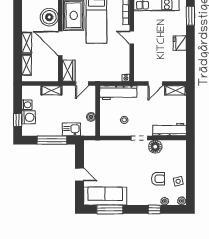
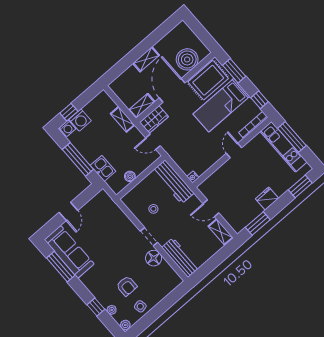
window: (190, 63) -> (258, 224), added
shelving: (27, 65) -> (142, 106), moved
washing machine: (27, 105) -> (67, 128), moved

